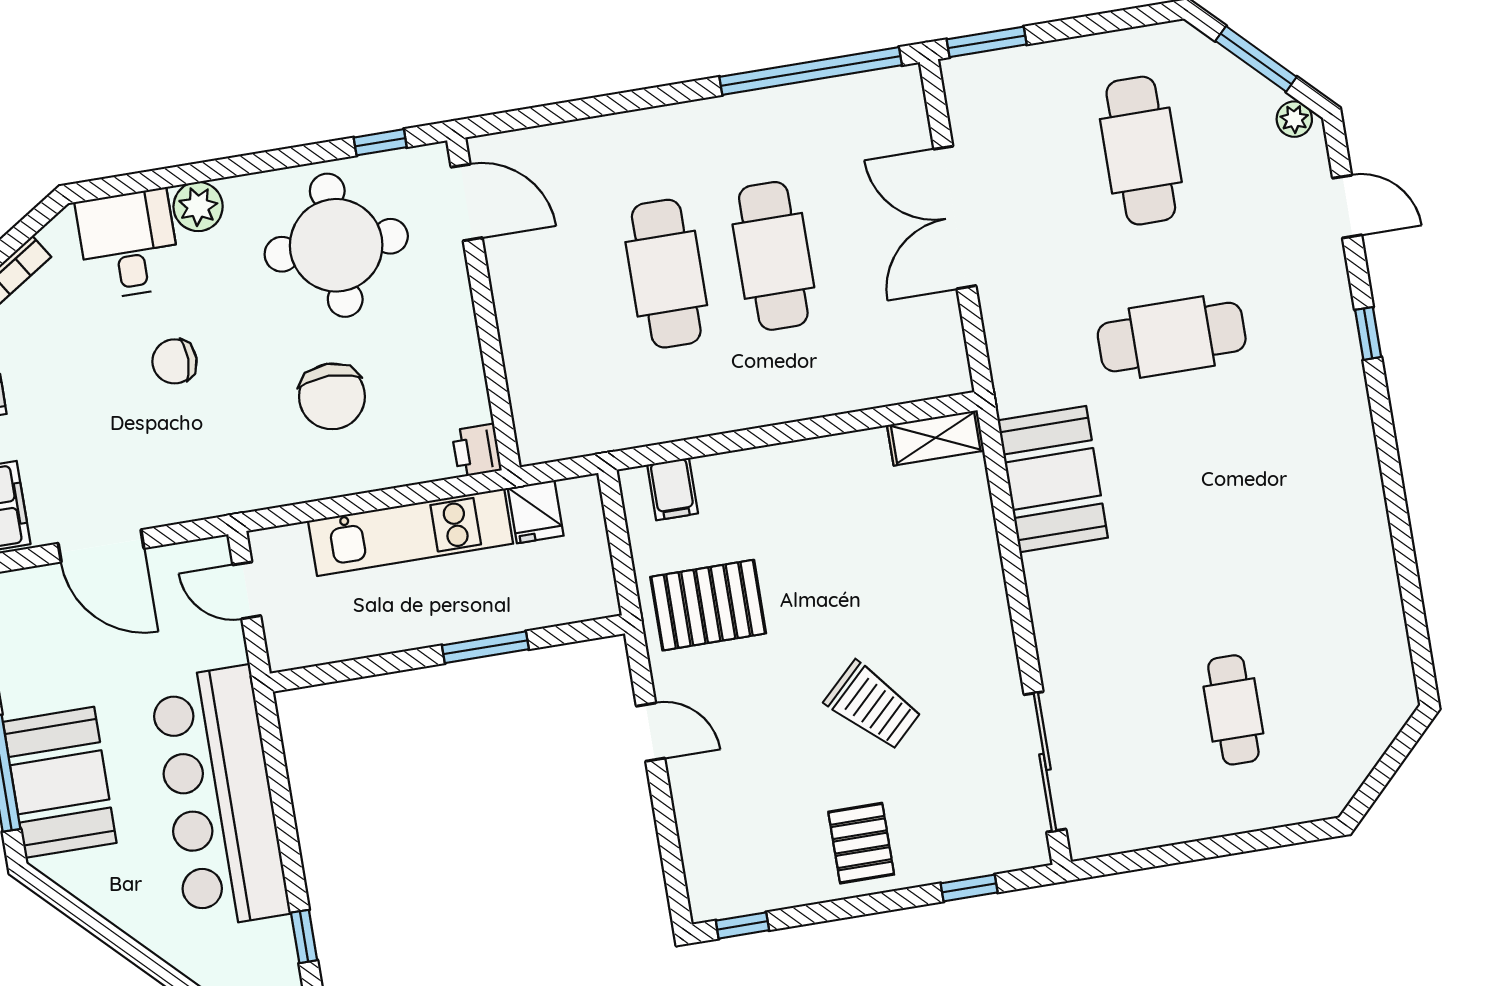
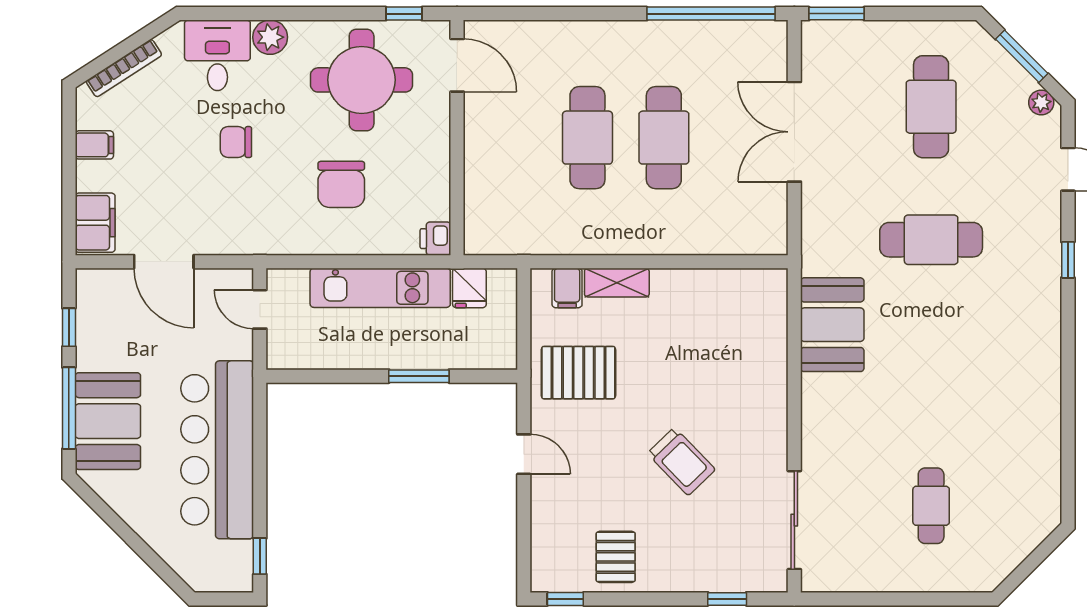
shelving: (936, 438) -> (617, 283), moved
pallet: (861, 843) -> (616, 557), moved

